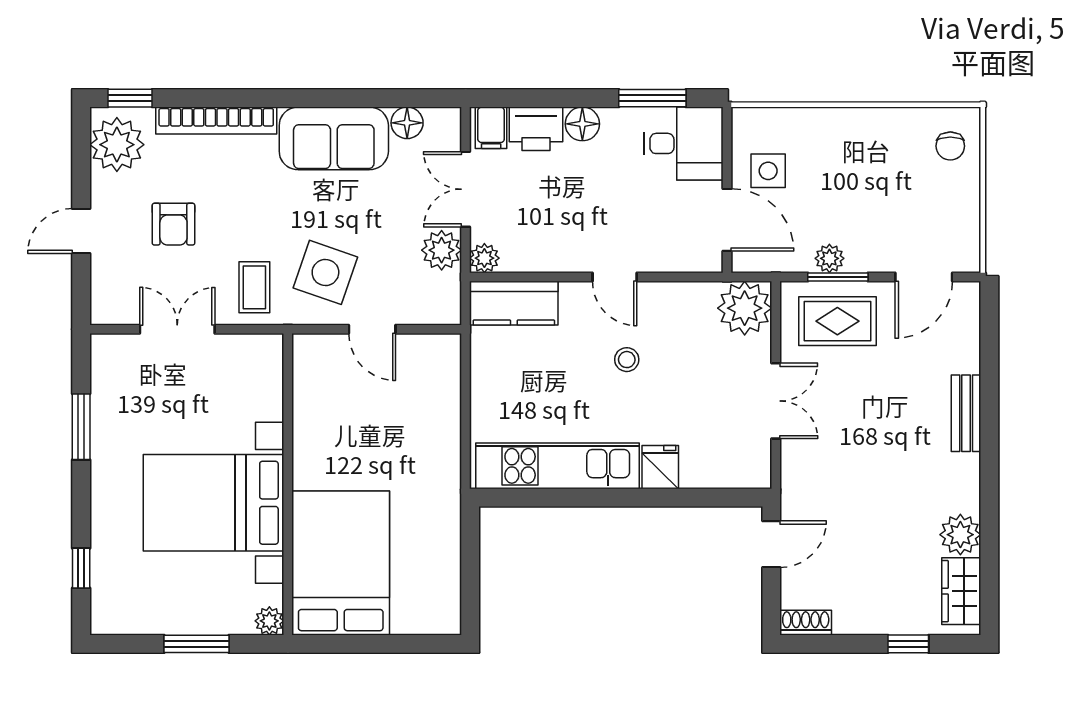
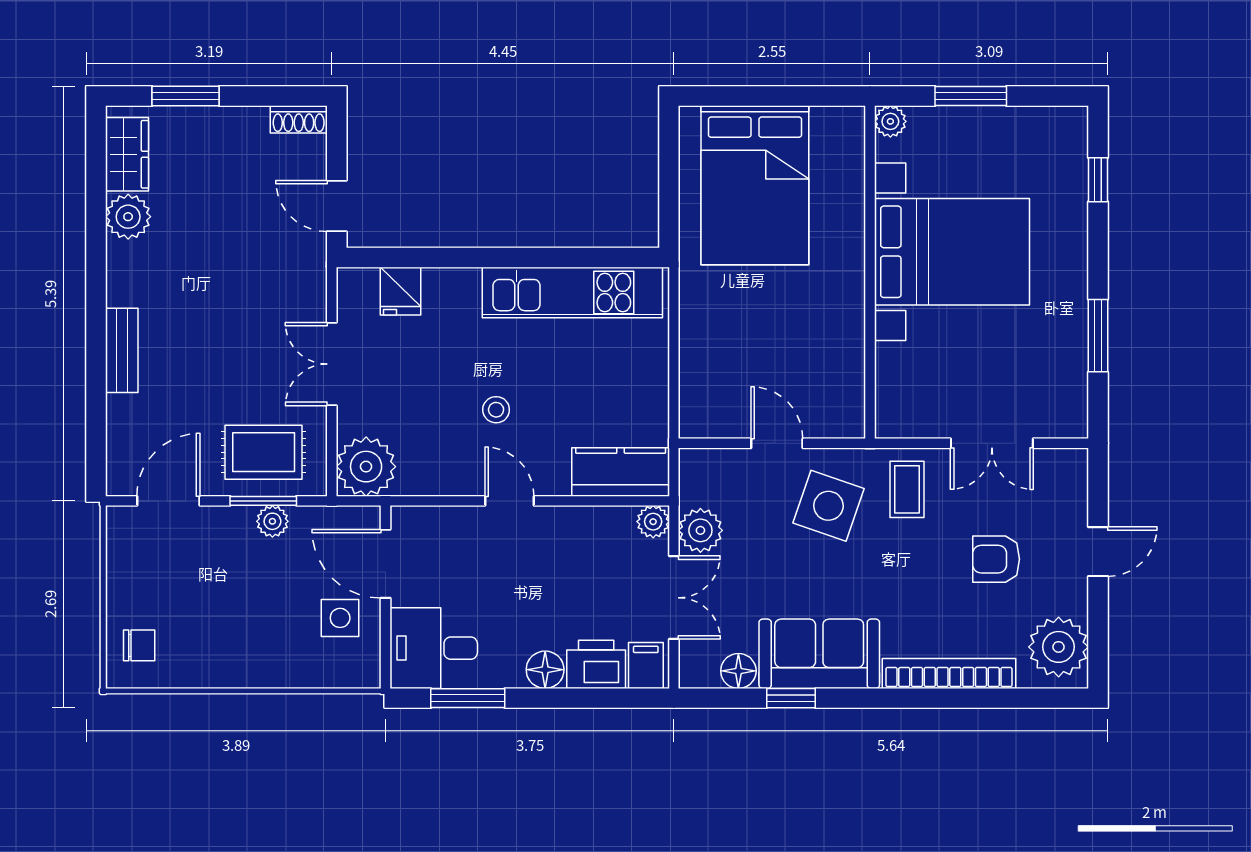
window: (130, 98) -> (791, 698), moved
chair: (950, 146) -> (139, 645), turned 90
armchair: (173, 224) -> (996, 559), turned -90
fridge: (660, 467) -> (400, 291), moved
door: (771, 544) -> (337, 206), hinge flipped
bed: (341, 563) -> (755, 185), moved
window: (908, 644) -> (185, 96), width x1.50

